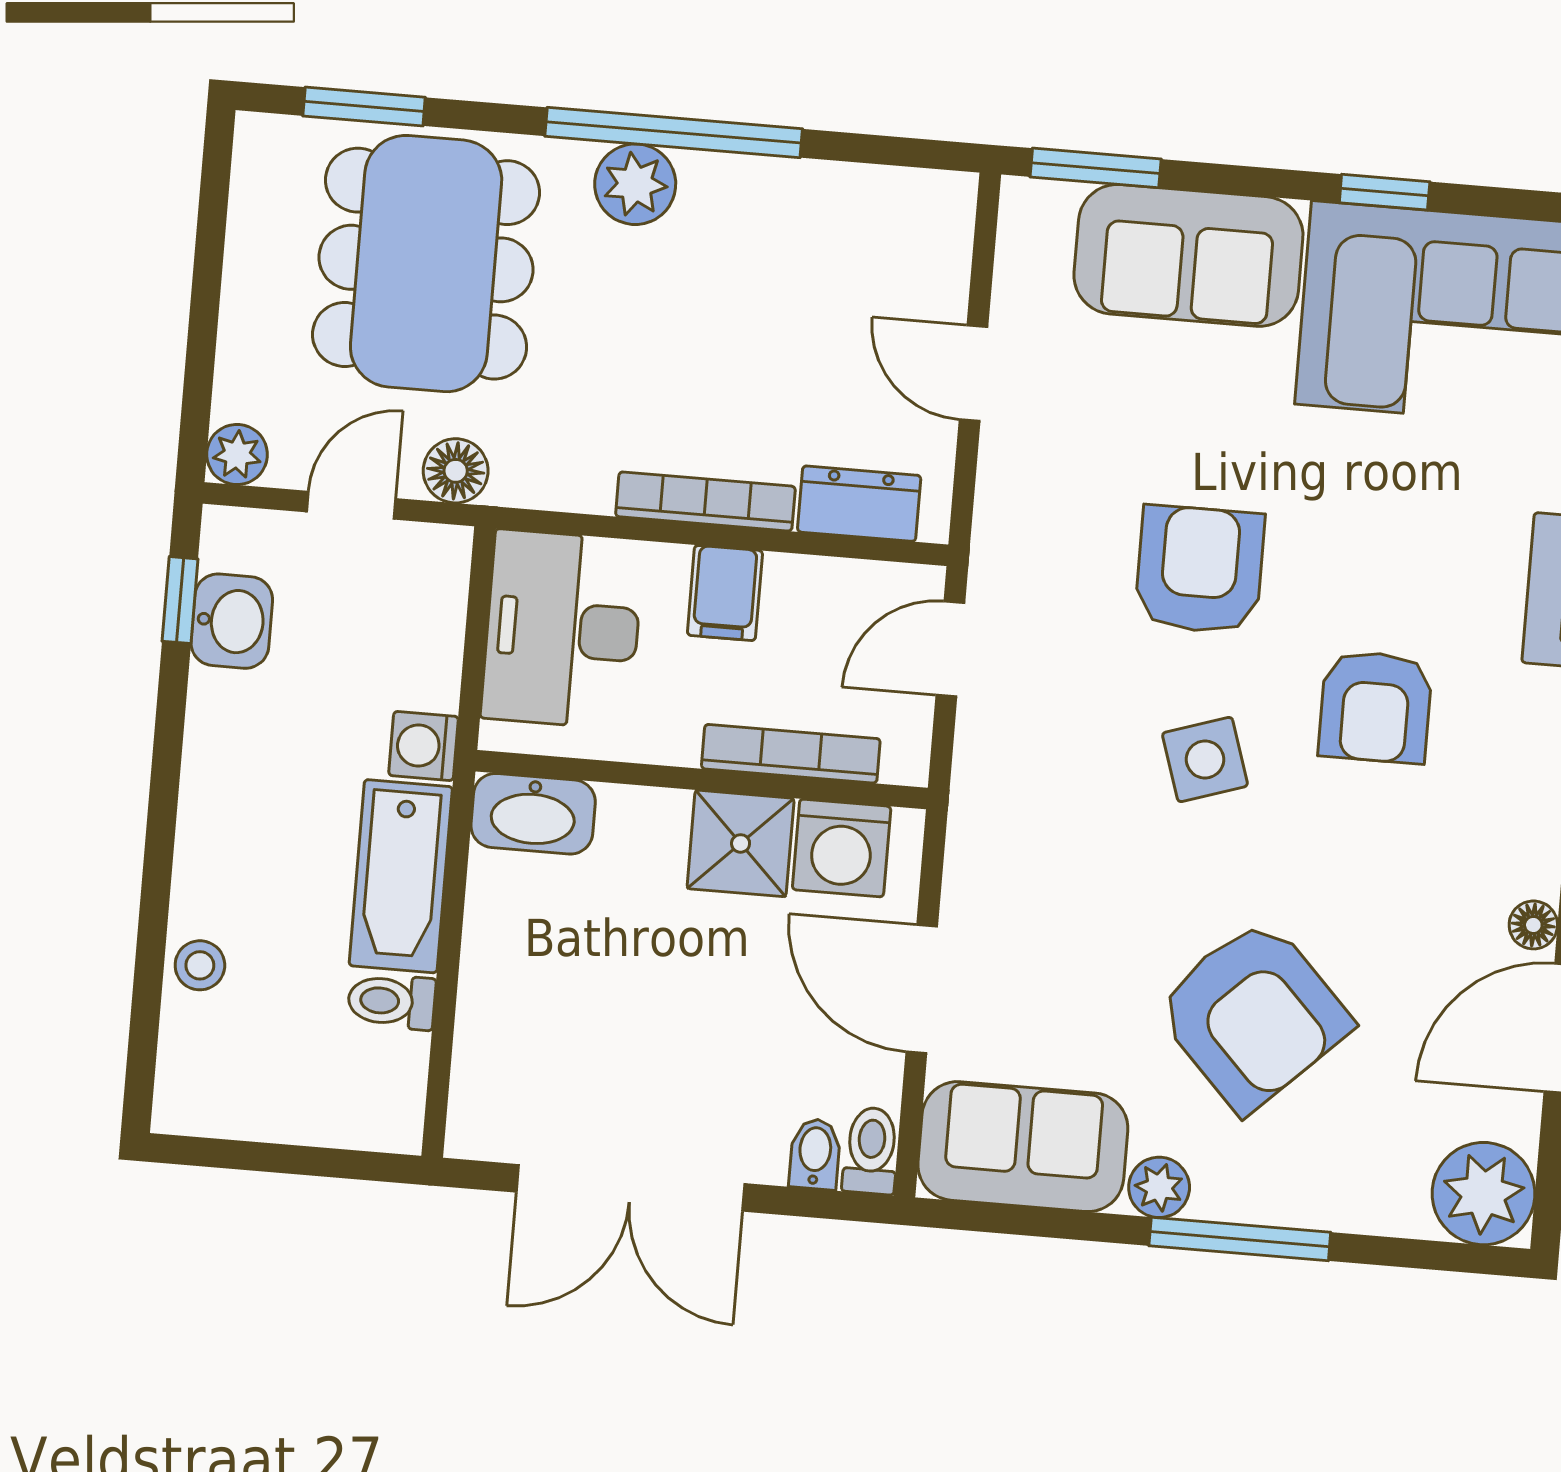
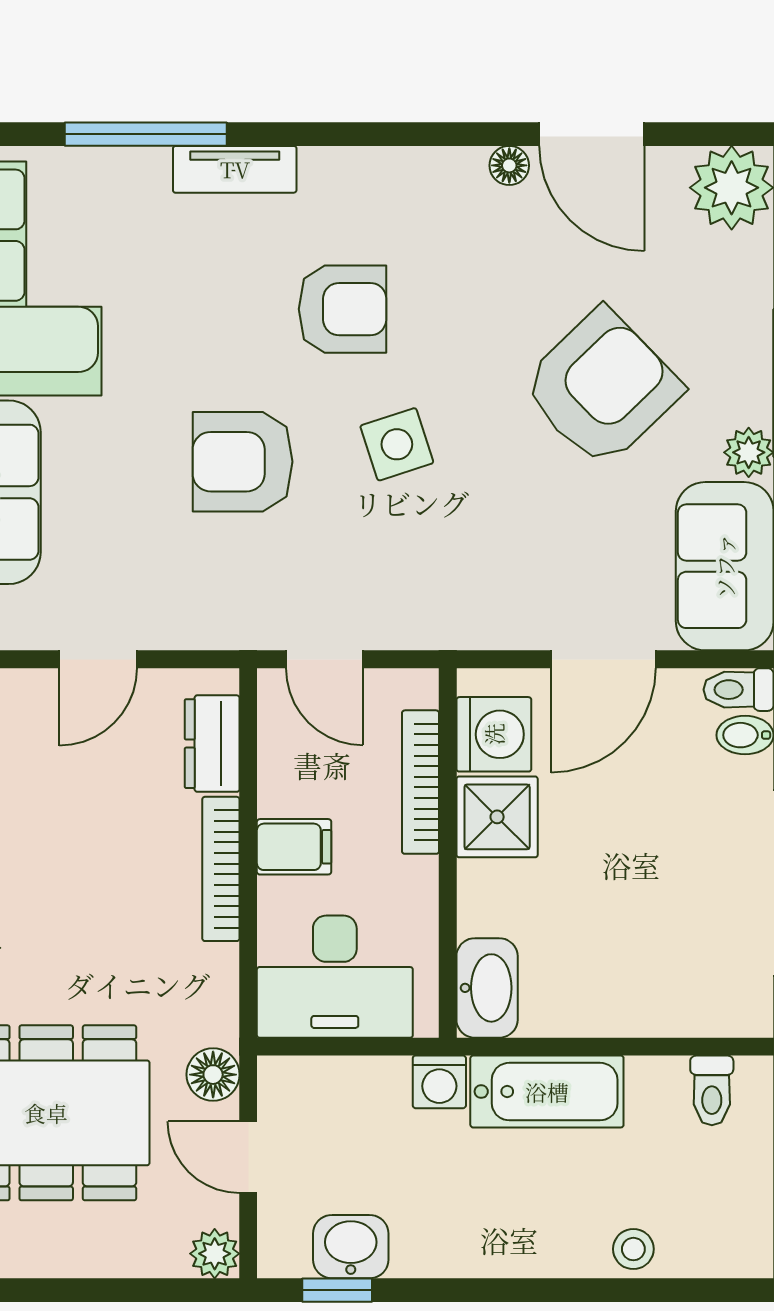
toilet: (392, 1001) -> (712, 1090), moved

